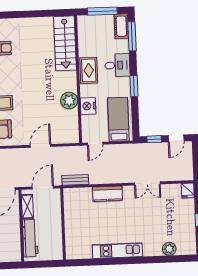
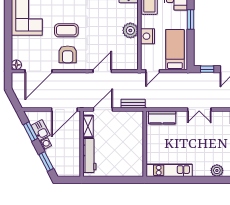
wall: (63, 224) -> (145, 144), moved

